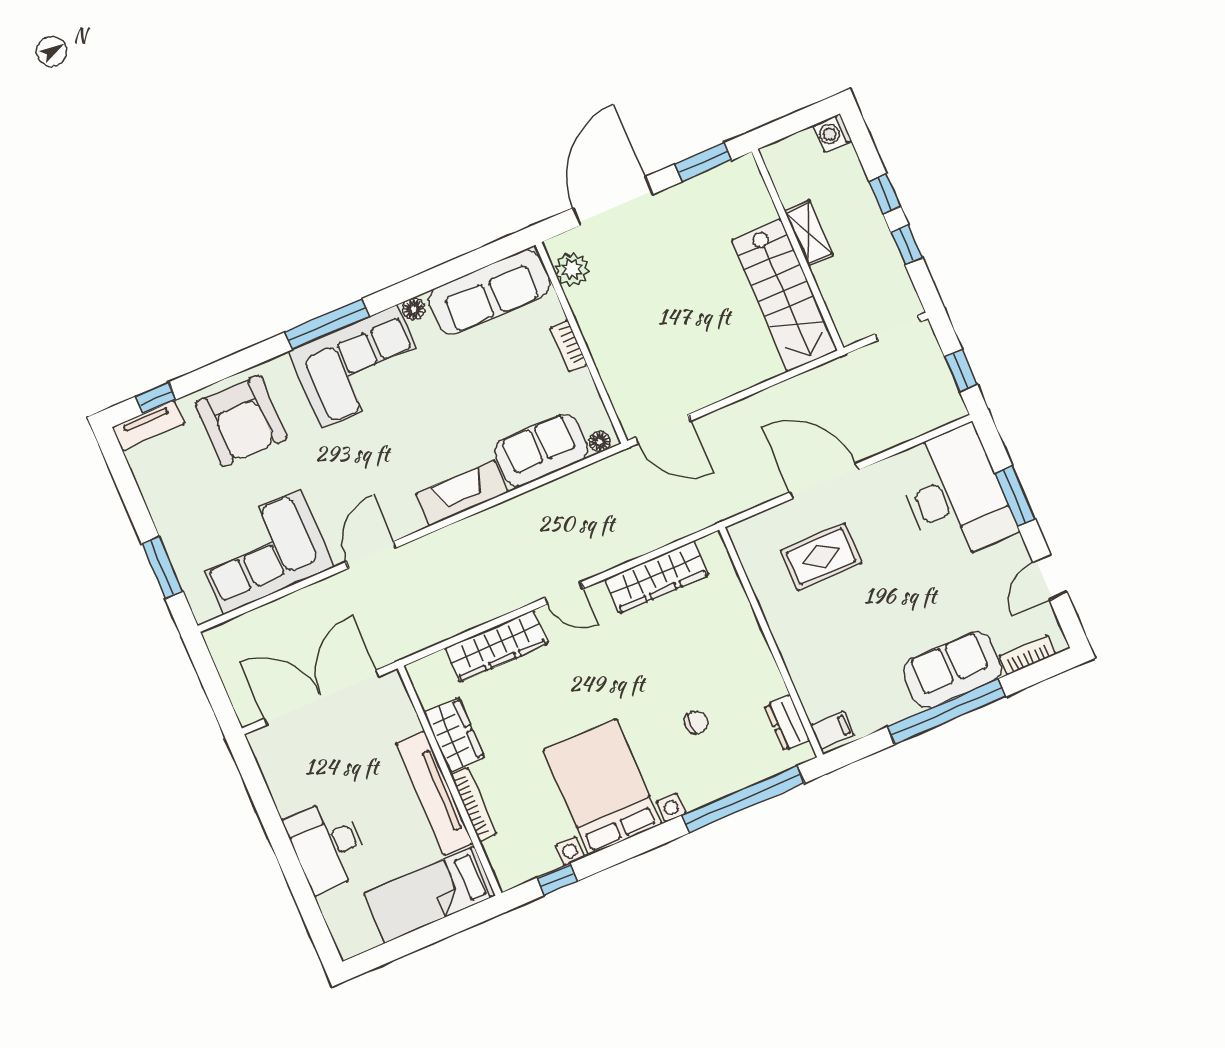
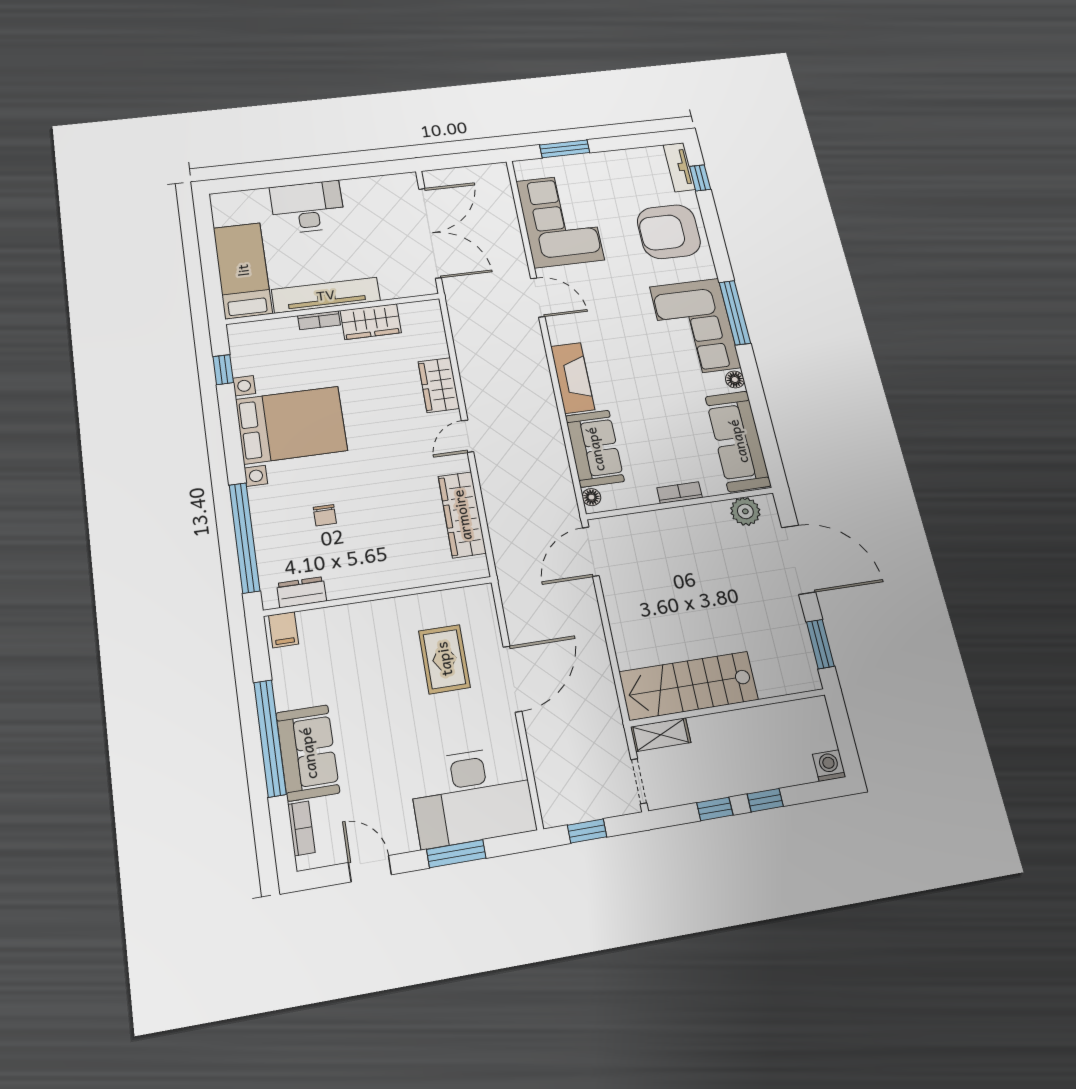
shelving: (809, 233) -> (661, 735), moved
wardrobe: (496, 646) -> (439, 385), width x0.67
bookcase: (473, 805) -> (319, 320), width x0.64

